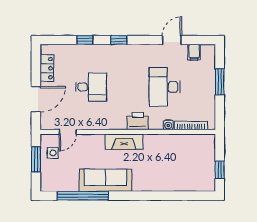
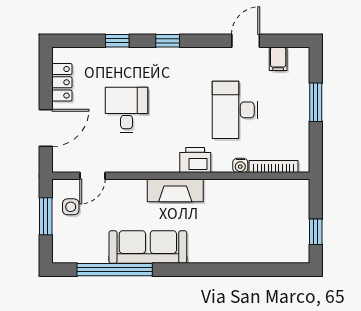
desk: (91, 87) -> (127, 110), turned -90

